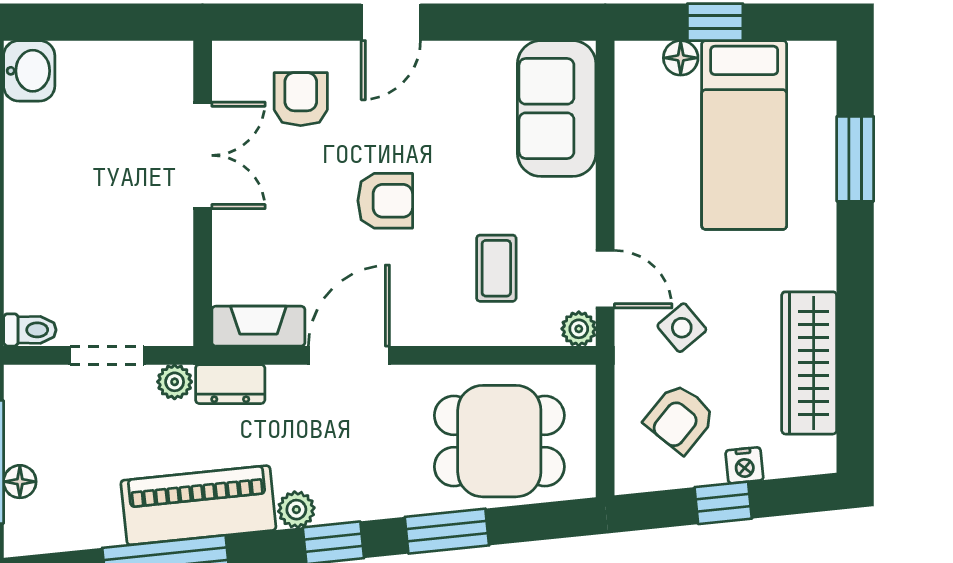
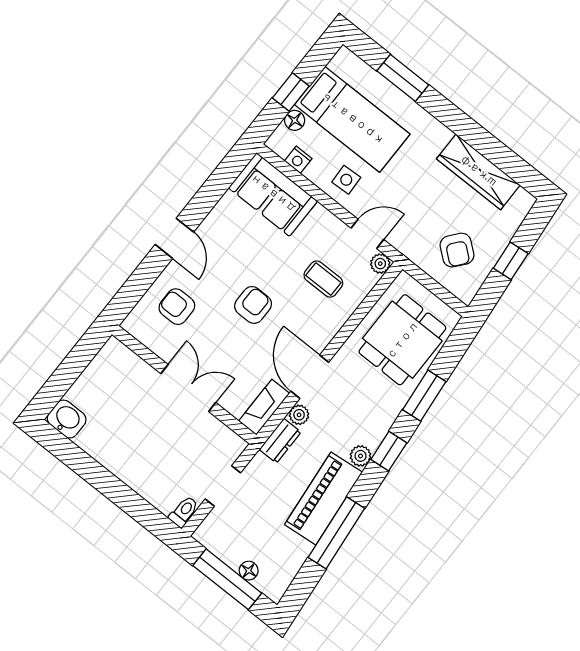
double door: (203, 155) -> (188, 388), moved
side table: (682, 328) -> (346, 180), moved, turned 37
plant: (175, 382) -> (299, 415), moved
nightstand: (744, 465) -> (298, 160), moved, turned 96

